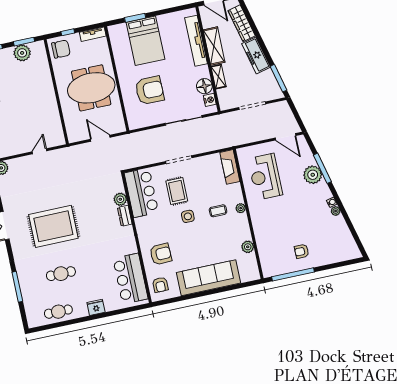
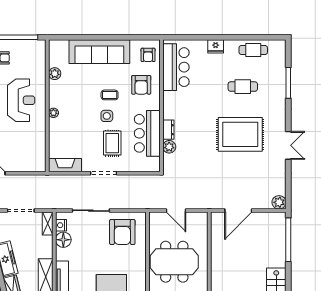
shelving: (218, 77) -> (48, 224), moved
armchair: (150, 90) -> (122, 232), moved, turned -90
door: (39, 151) -> (238, 211), width x1.87
fireplace: (230, 167) -> (65, 165), moved, turned -90
reception desk: (265, 177) -> (21, 100), moved
bar counter: (141, 193) -> (147, 133), moved
coffee table: (218, 211) -> (110, 95), moved
armchair: (161, 254) -> (141, 85), turned -88
armchair: (160, 285) -> (148, 55), turned 180

